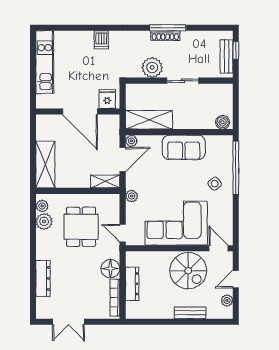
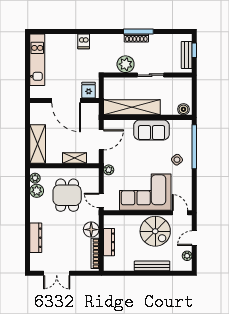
shelving: (149, 120) -> (132, 107), width x1.47
plant: (131, 141) -> (108, 125), removed
shelving: (105, 181) -> (74, 158), moved
bench: (190, 313) -> (152, 266), width x1.36

